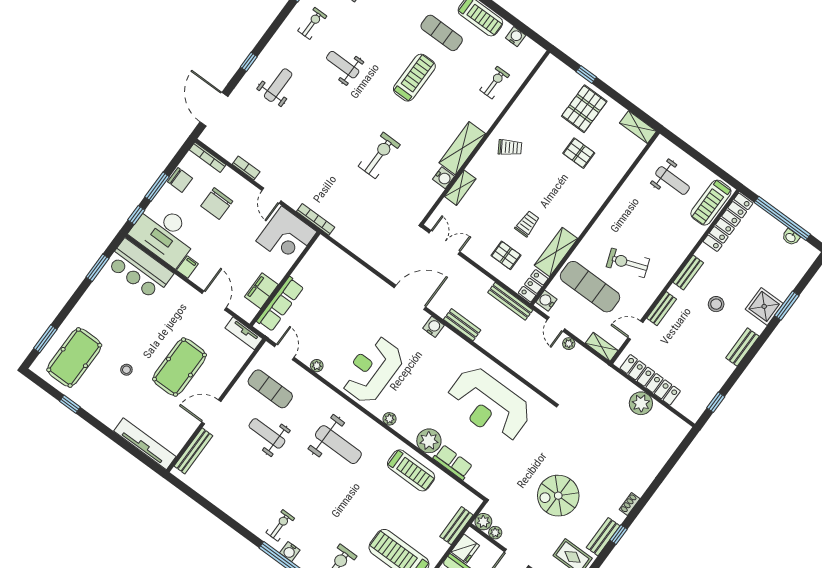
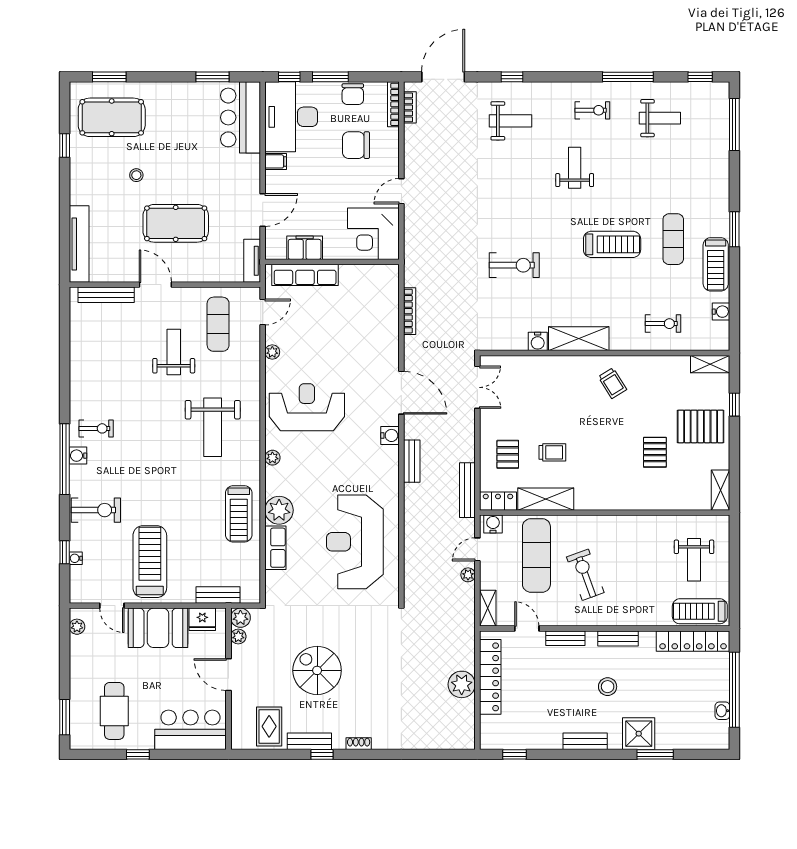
bookcase: (246, 168) -> (410, 107), moved
shelving: (460, 188) -> (710, 364), moved
bookcase: (316, 219) -> (410, 311), moved

